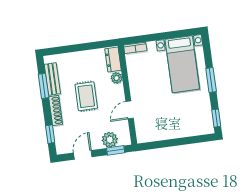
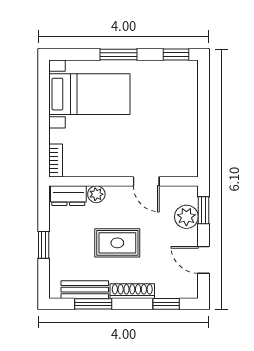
window: (78, 48) -> (44, 245), added

